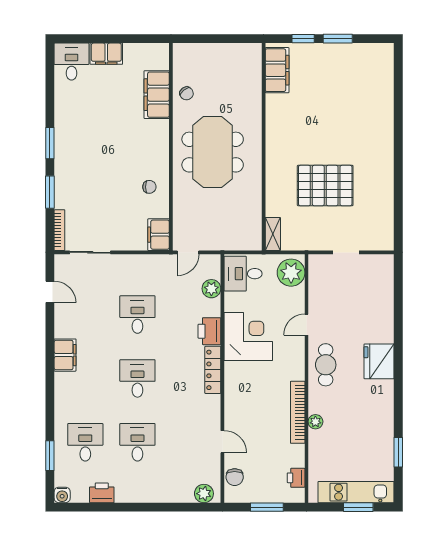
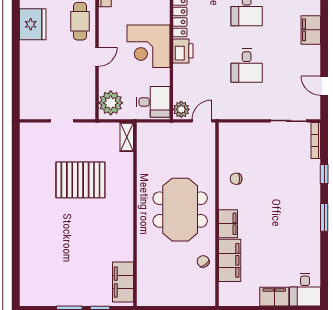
window: (50, 192) -> (324, 174), width x0.67
filing cabinet: (159, 235) -> (228, 224), moved
plant: (211, 289) -> (181, 109), moved

